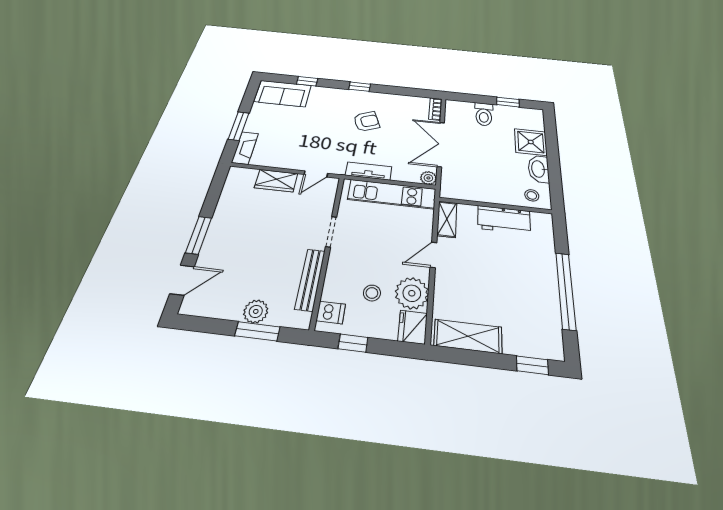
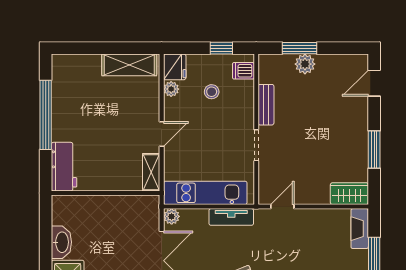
wardrobe: (276, 181) -> (349, 194), moved
stool: (532, 195) -> (70, 209), removed
workbench: (504, 220) -> (64, 167), moved, turned 90
window: (199, 235) -> (374, 149), moved
bench: (310, 279) -> (266, 105), width x0.73
plant: (412, 293) -> (171, 89), width x0.53, depth x0.53
window: (532, 365) -> (78, 48), removed

